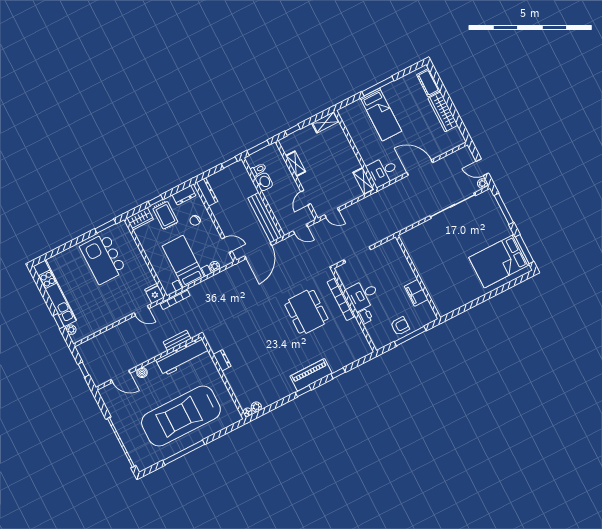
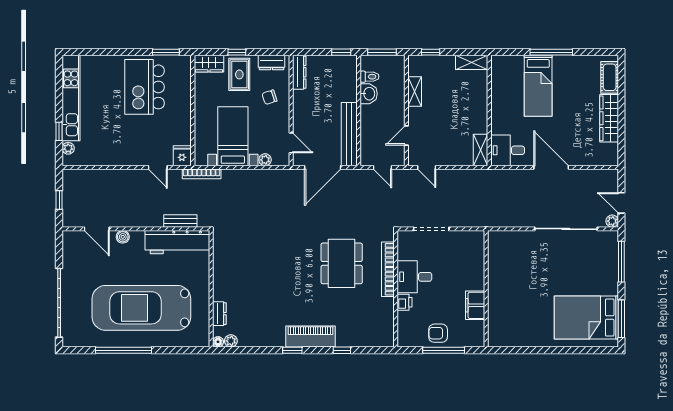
armchair: (400, 326) -> (438, 333), turned 180
dresser: (222, 360) -> (219, 314), moved

